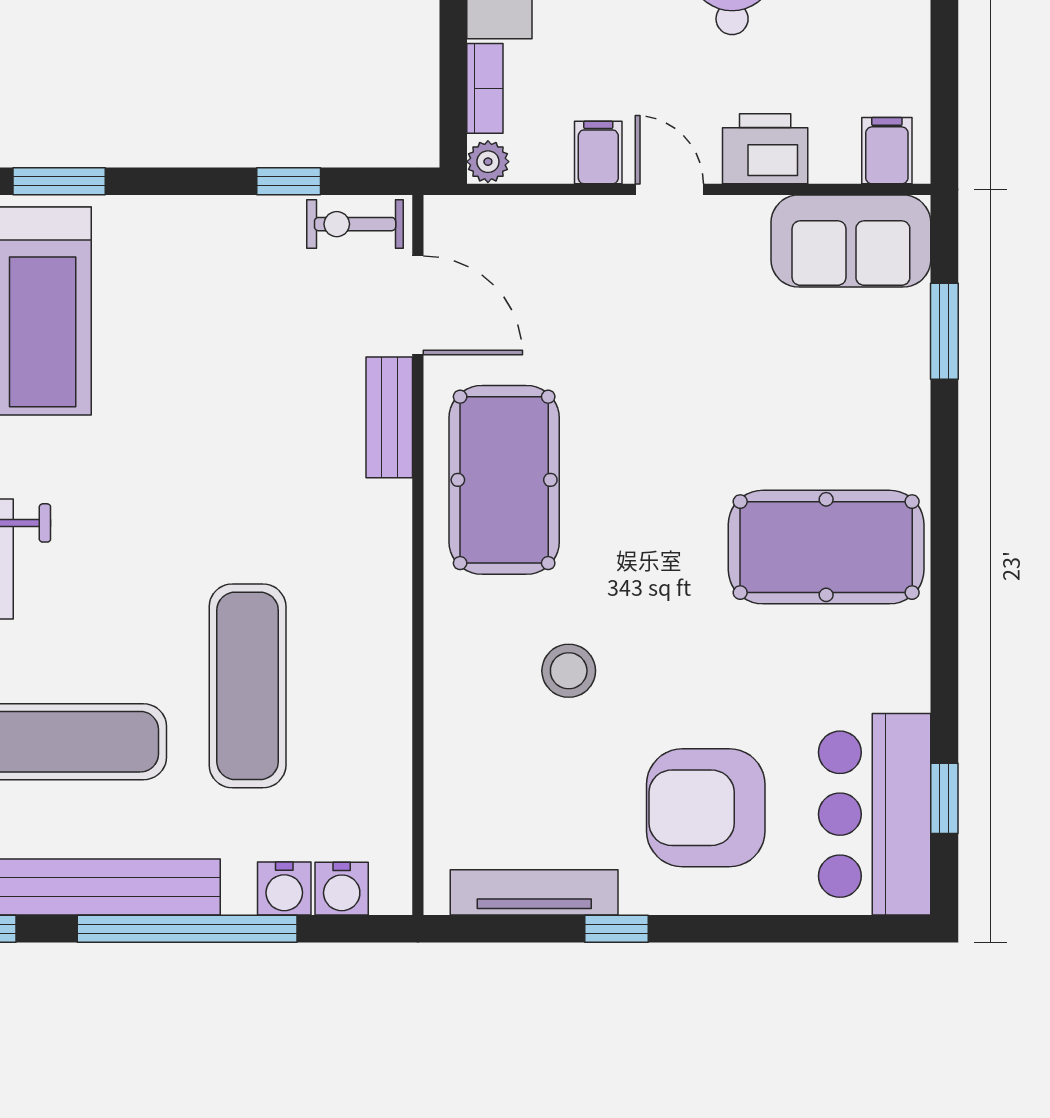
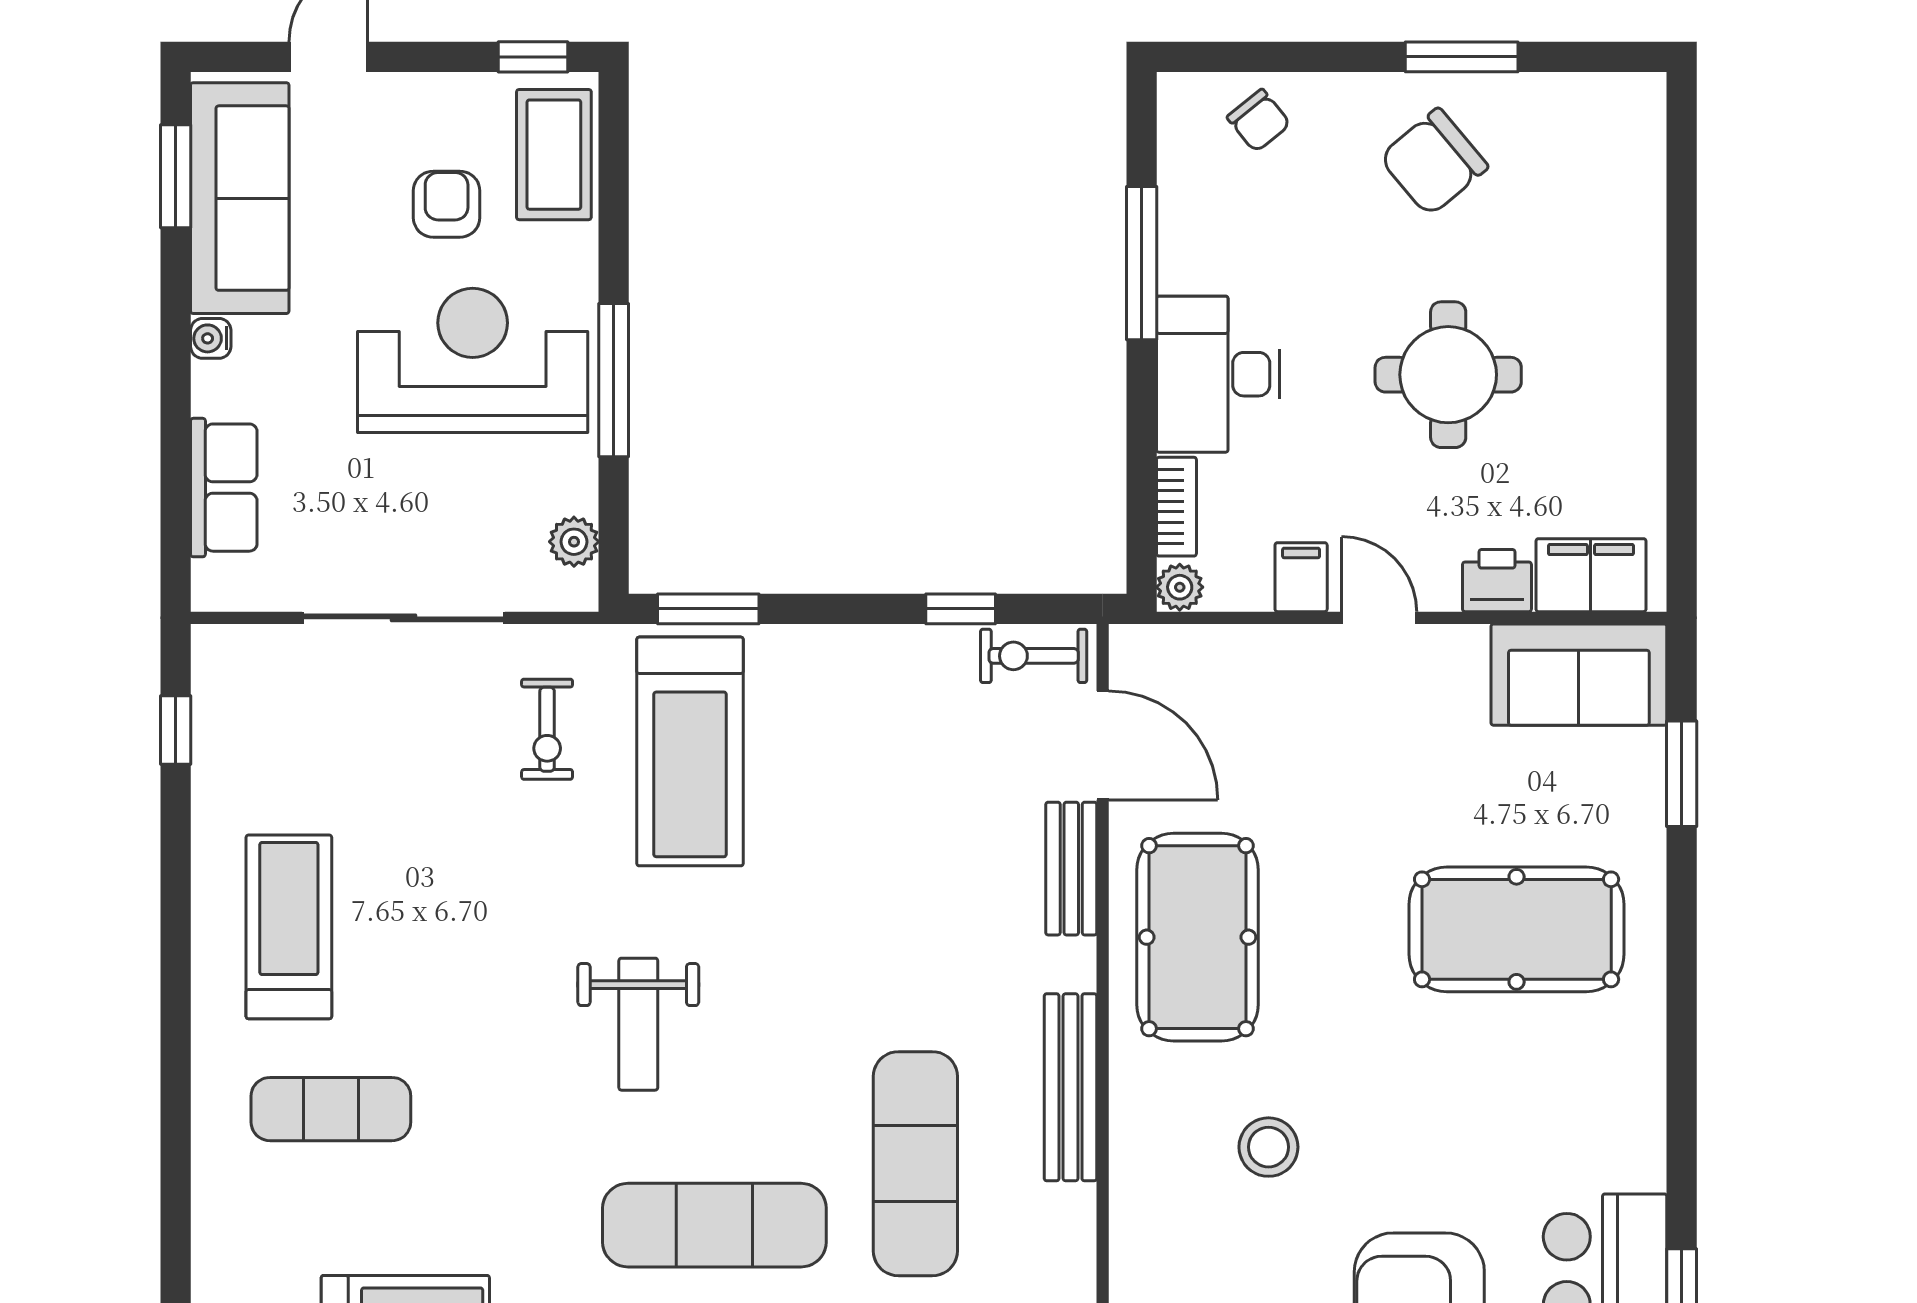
printer: (765, 149) -> (1497, 581), width x0.73, depth x0.81
filing cabinet: (887, 151) -> (1591, 575), width x2.00
pool table: (826, 547) -> (1517, 929), moved
bench: (389, 616) -> (1070, 1087), added

